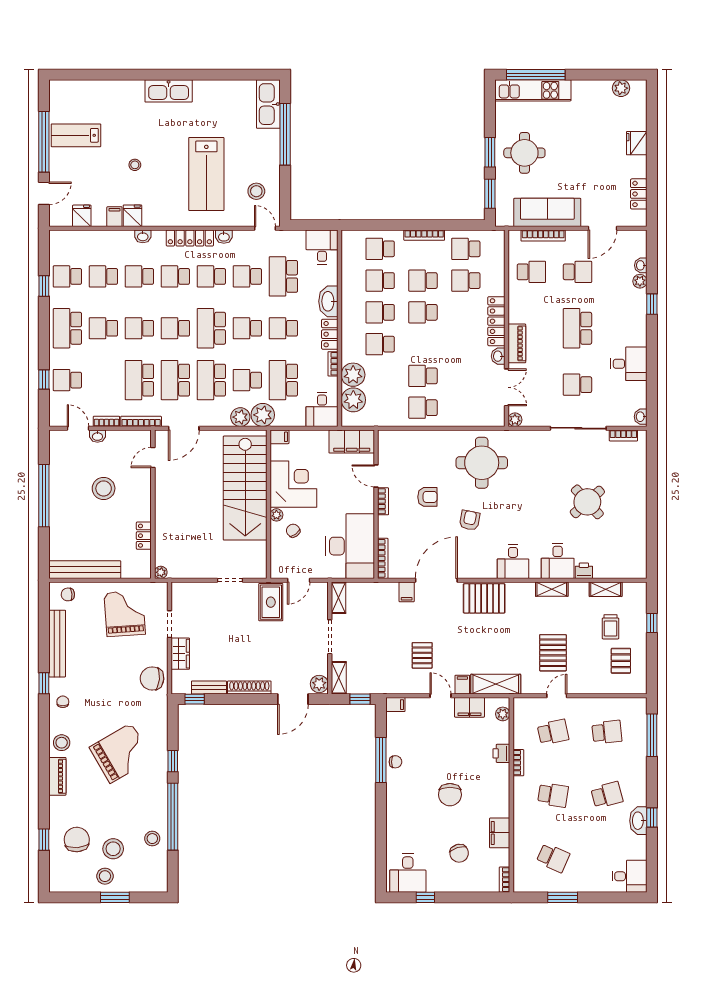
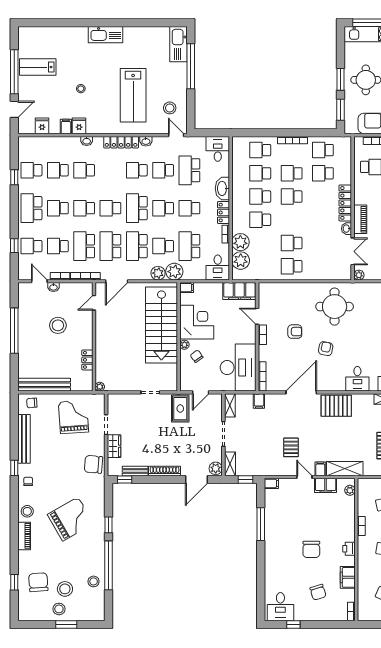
school desk: (175, 276) -> (58, 246), moved
filing cabinet: (407, 592) -> (259, 401), moved
printer: (501, 753) -> (349, 549), moved
chair: (395, 762) -> (271, 525), removed

